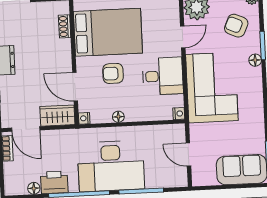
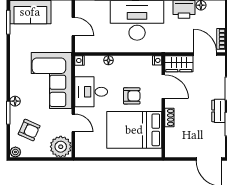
shoe rack: (65, 26) -> (169, 117), moved
door: (183, 37) -> (73, 123), swing flipped
floor lamp: (118, 117) -> (108, 60), moved

